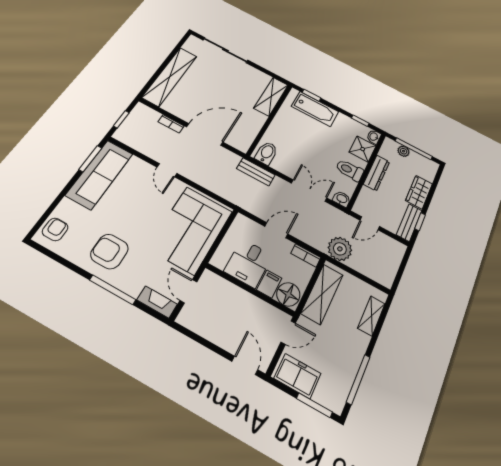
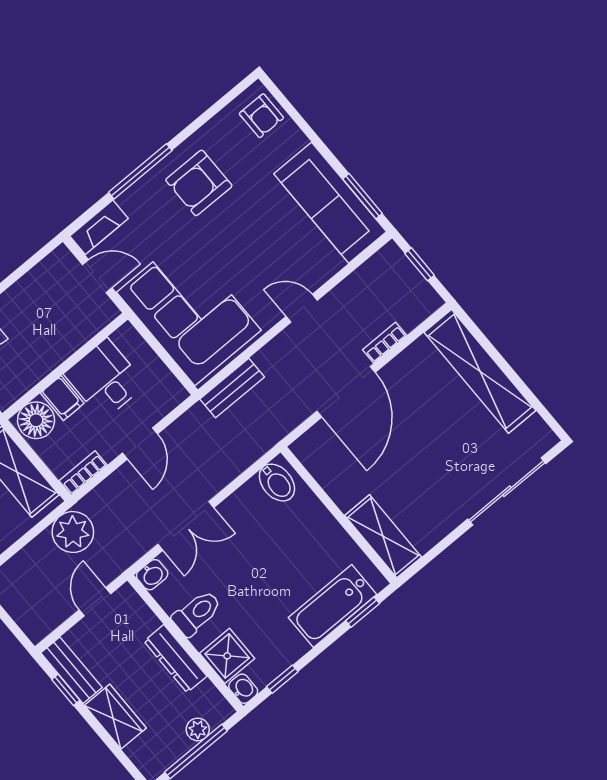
bench: (256, 172) -> (232, 388), moved
armchair: (109, 251) -> (199, 183), turned 180

